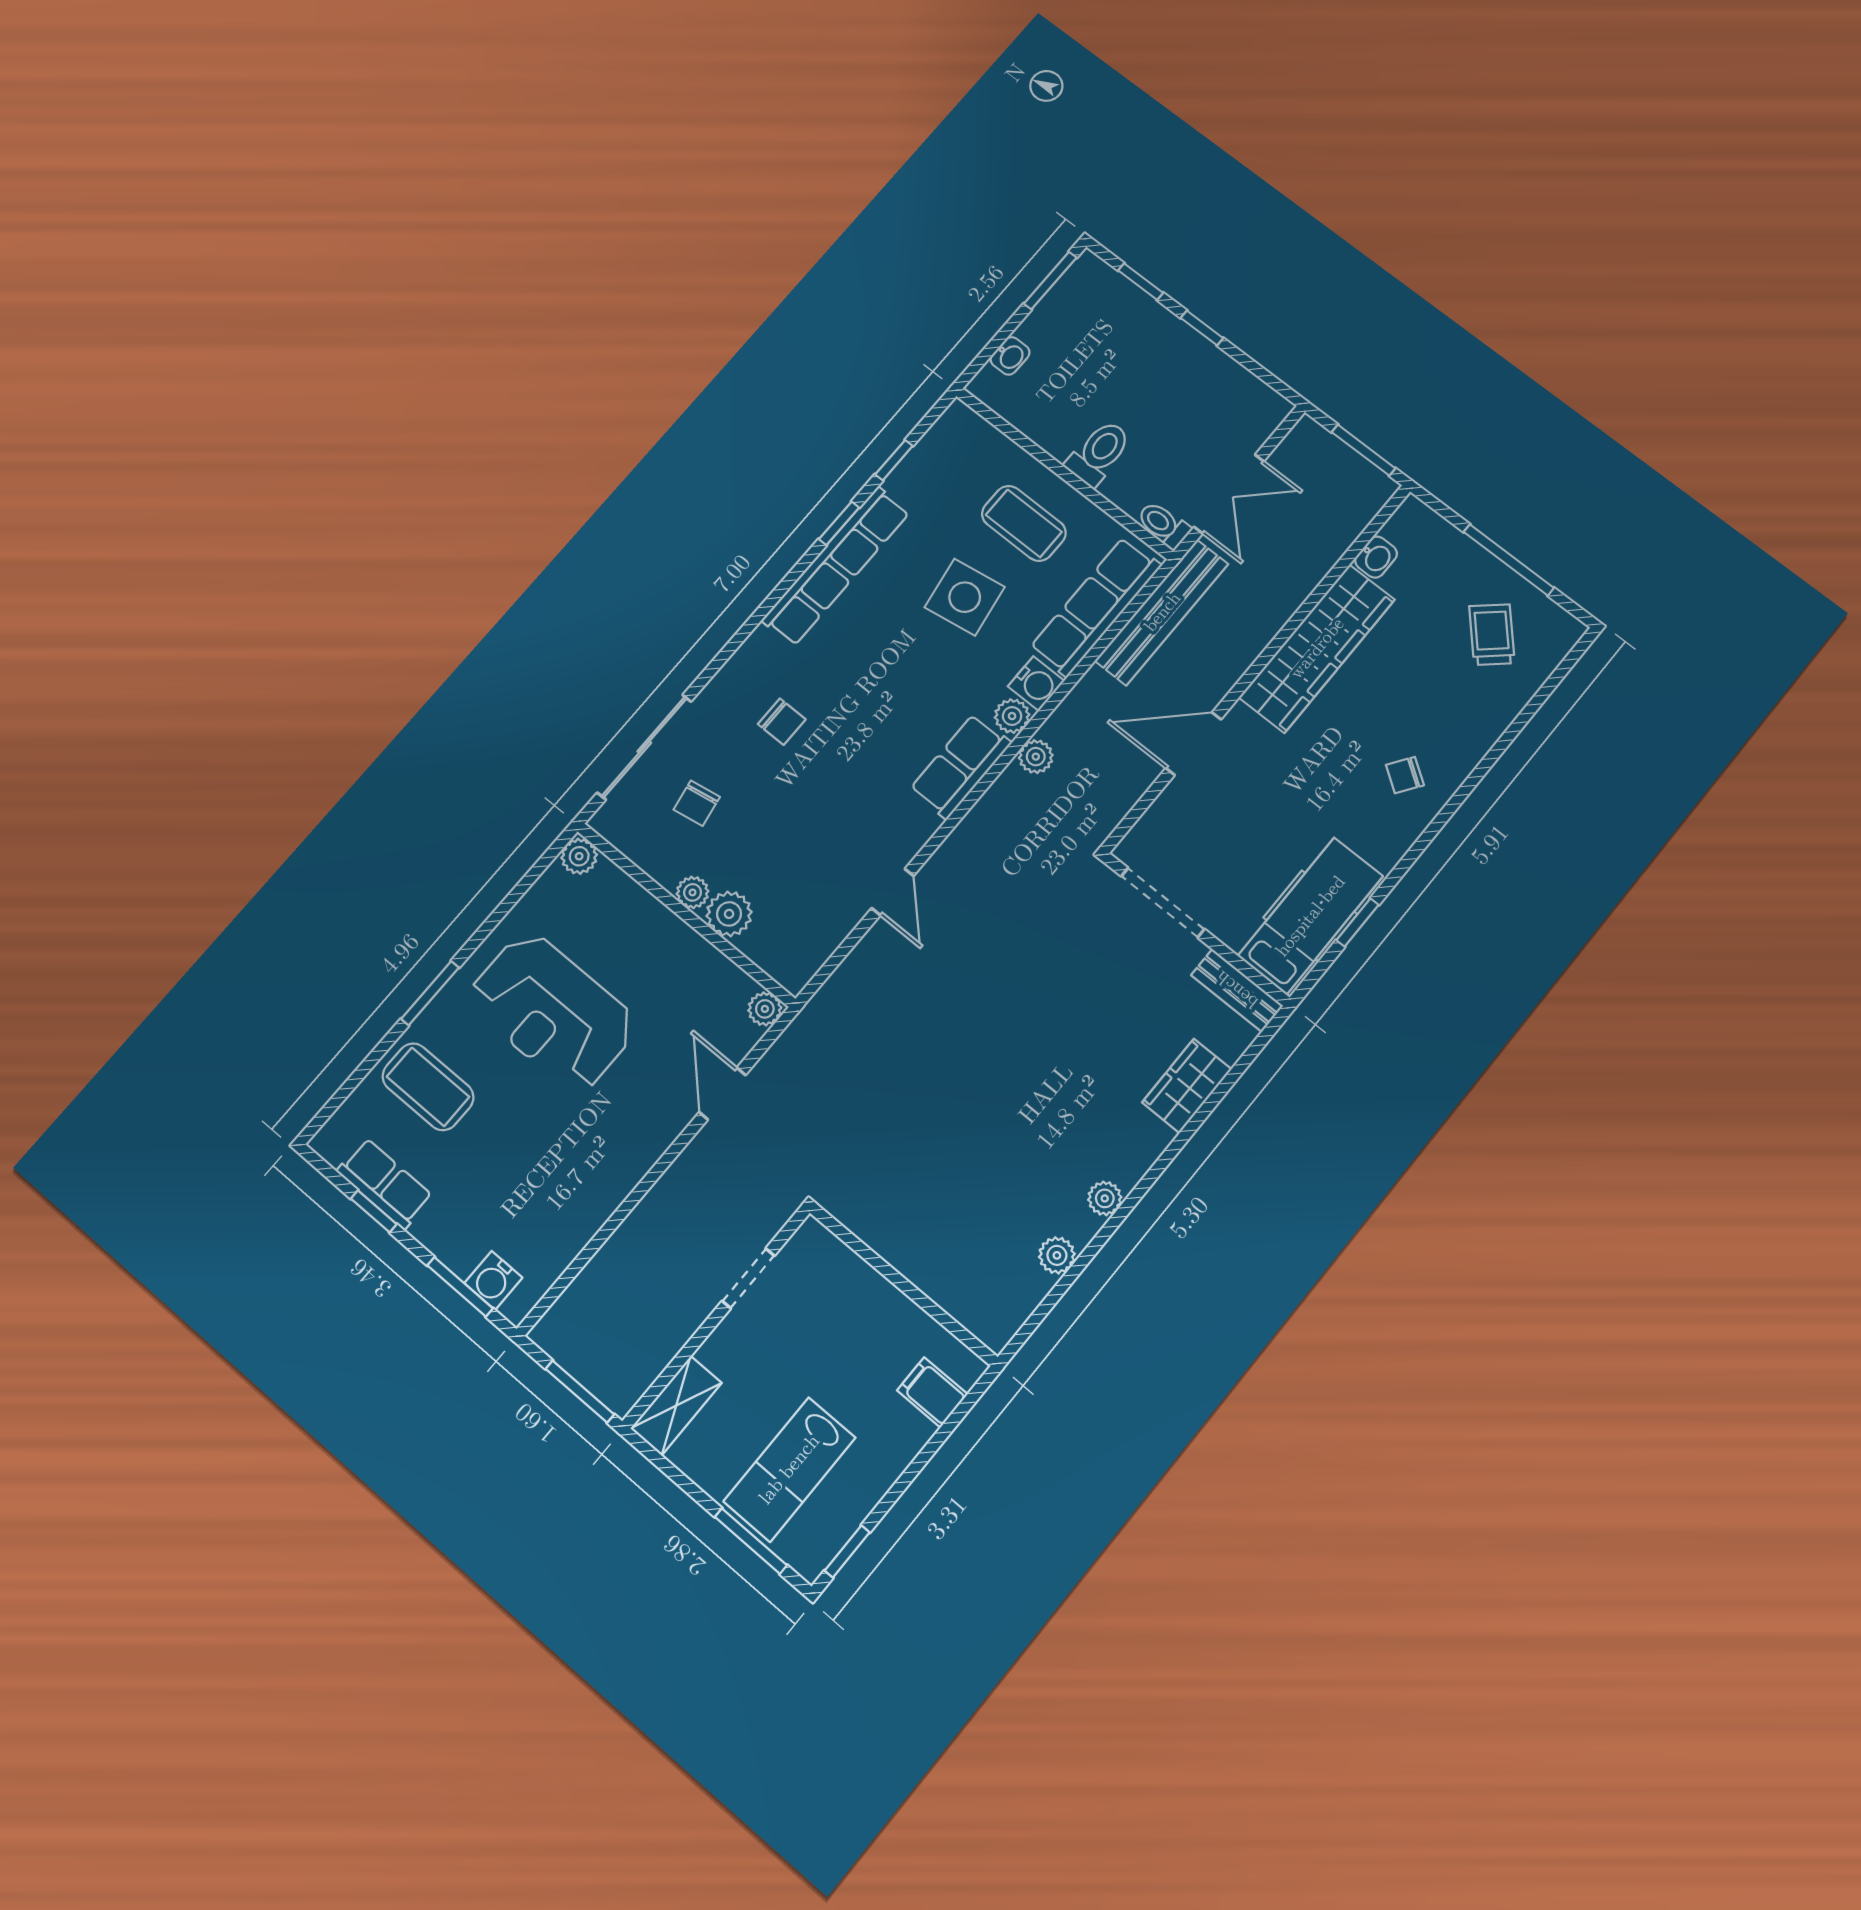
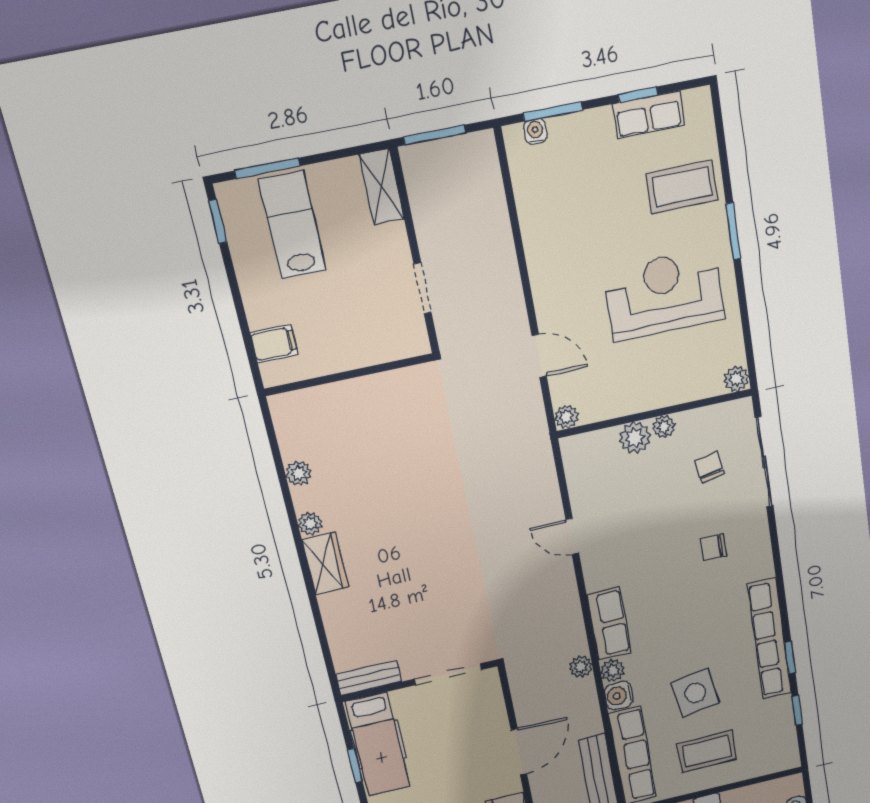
wardrobe: (1187, 1086) -> (325, 563), moved
water cooler: (493, 1280) -> (535, 131), width x0.72, depth x0.72

